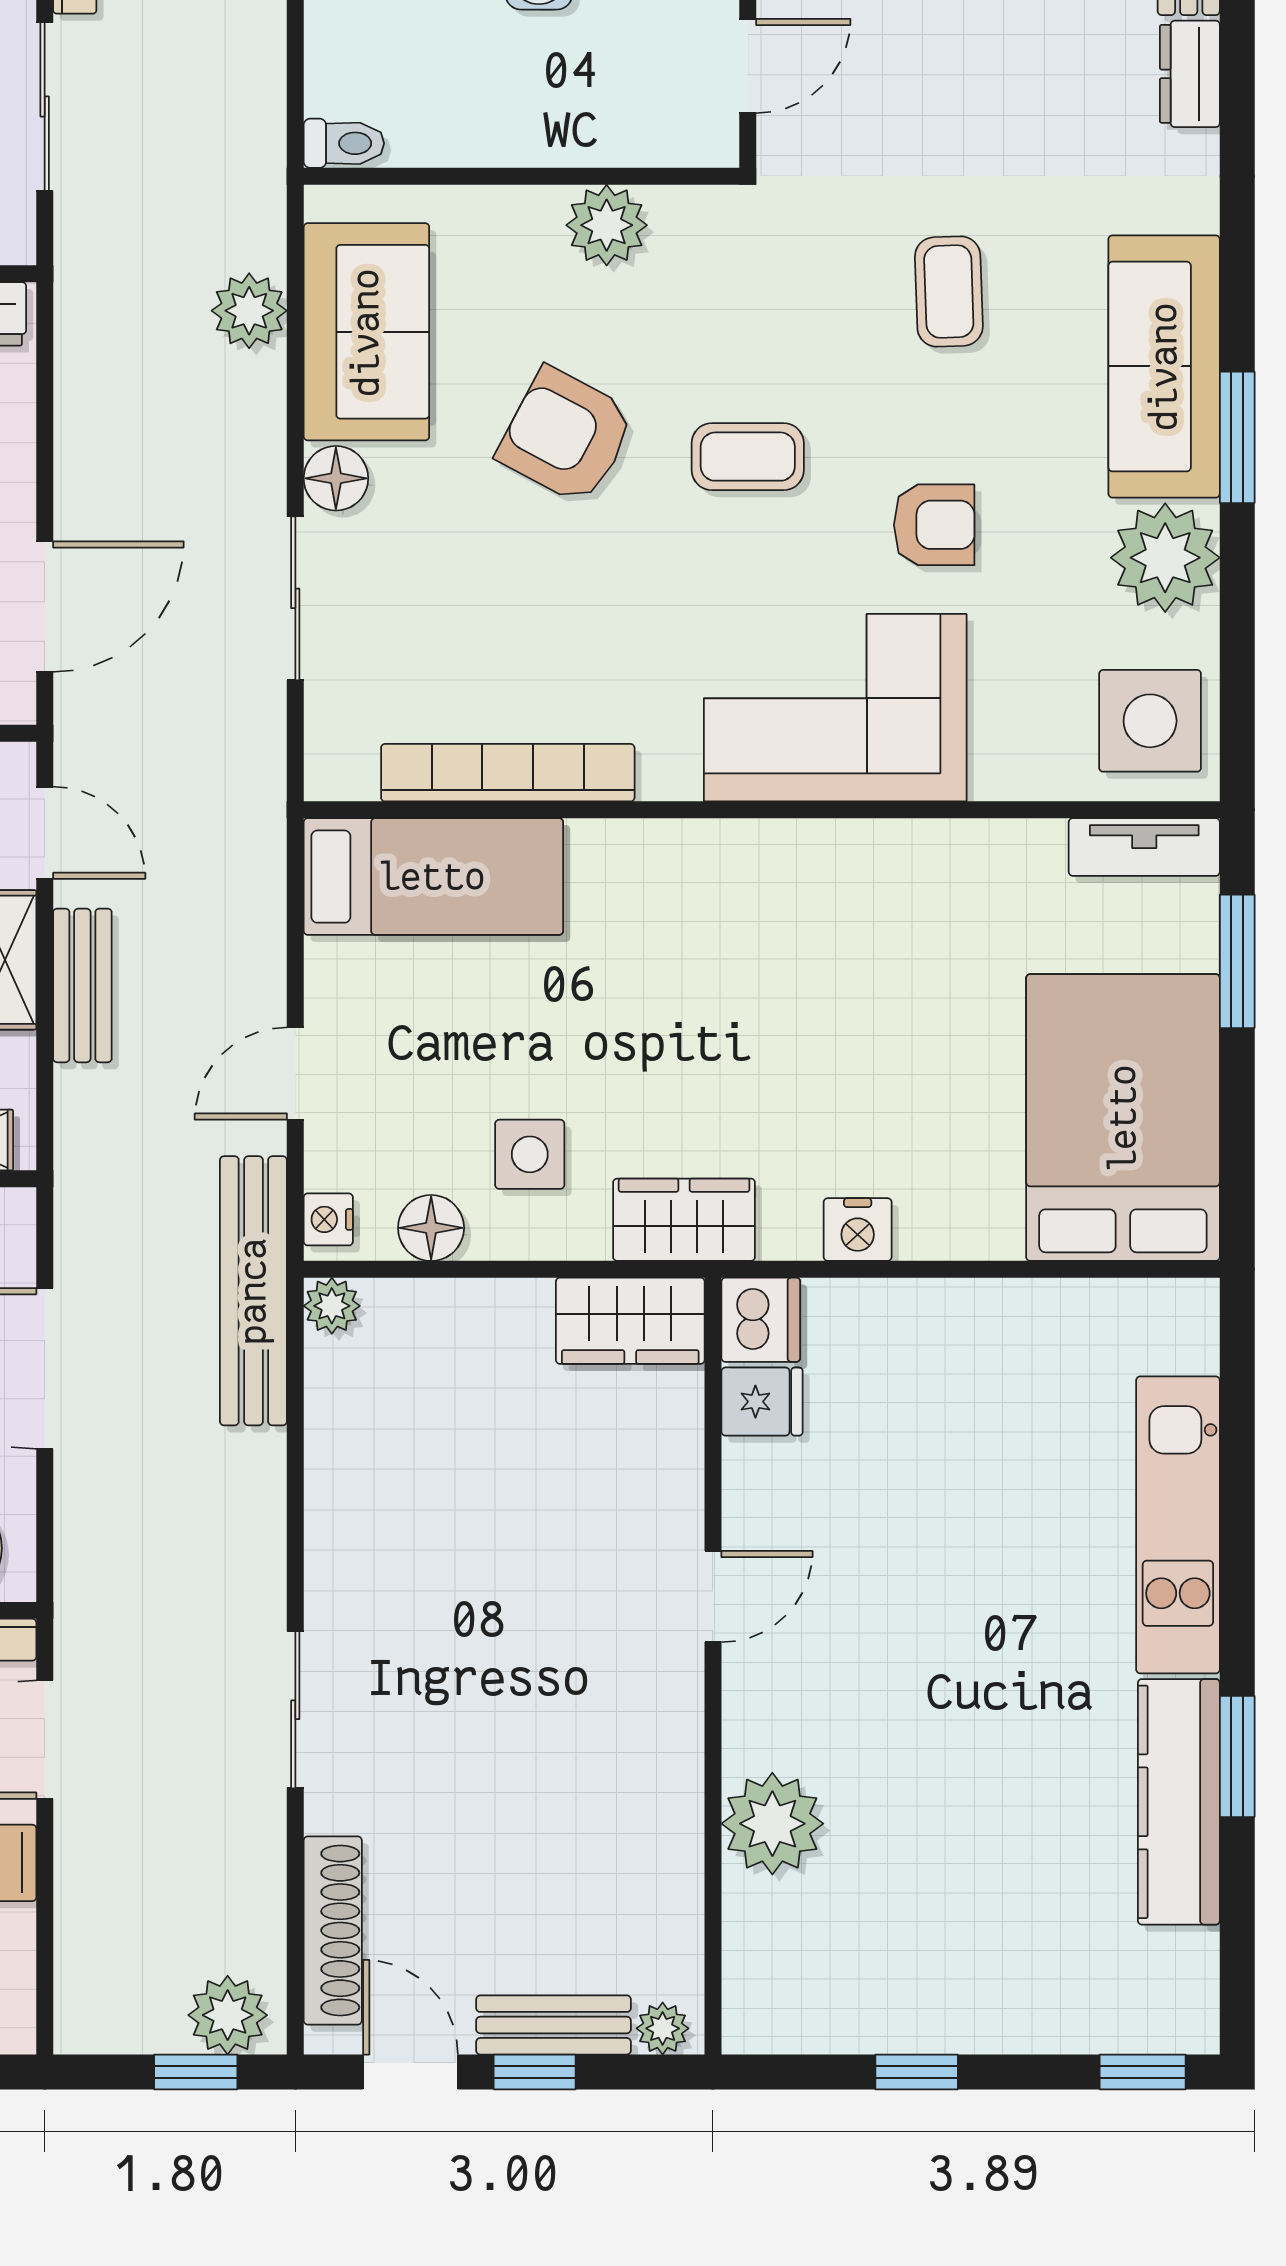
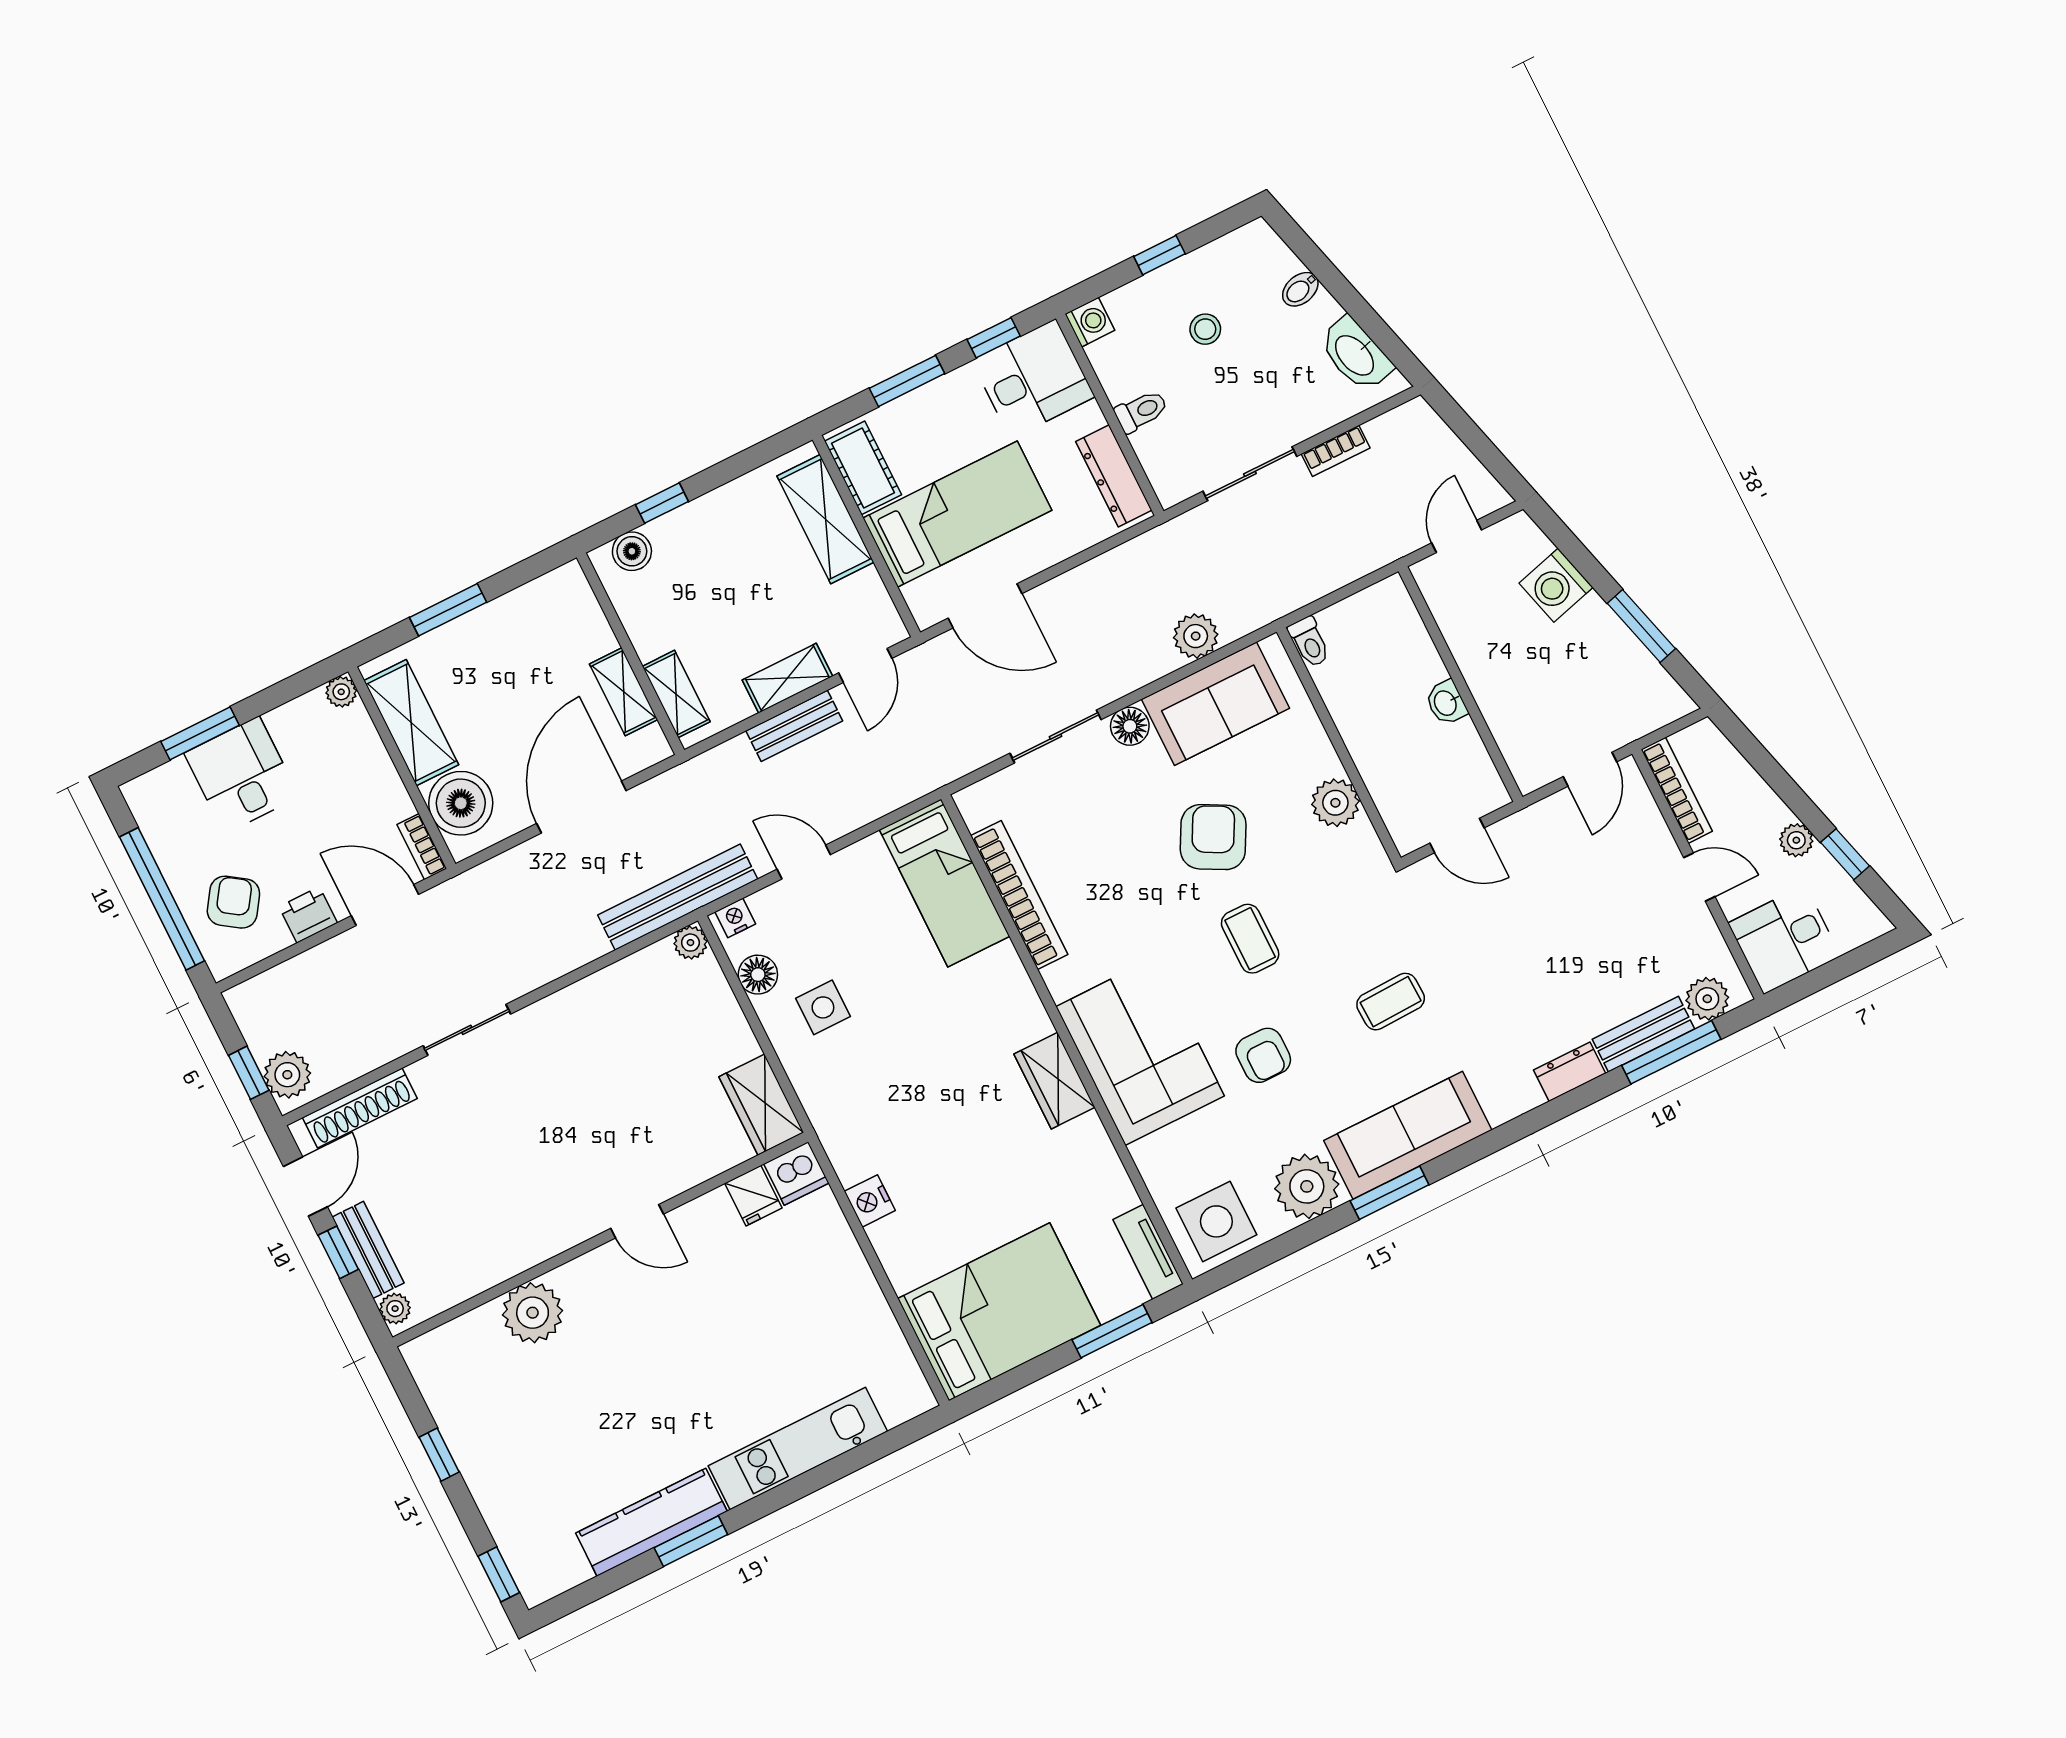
wardrobe: (684, 1220) -> (1055, 1081), moved, turned 180

